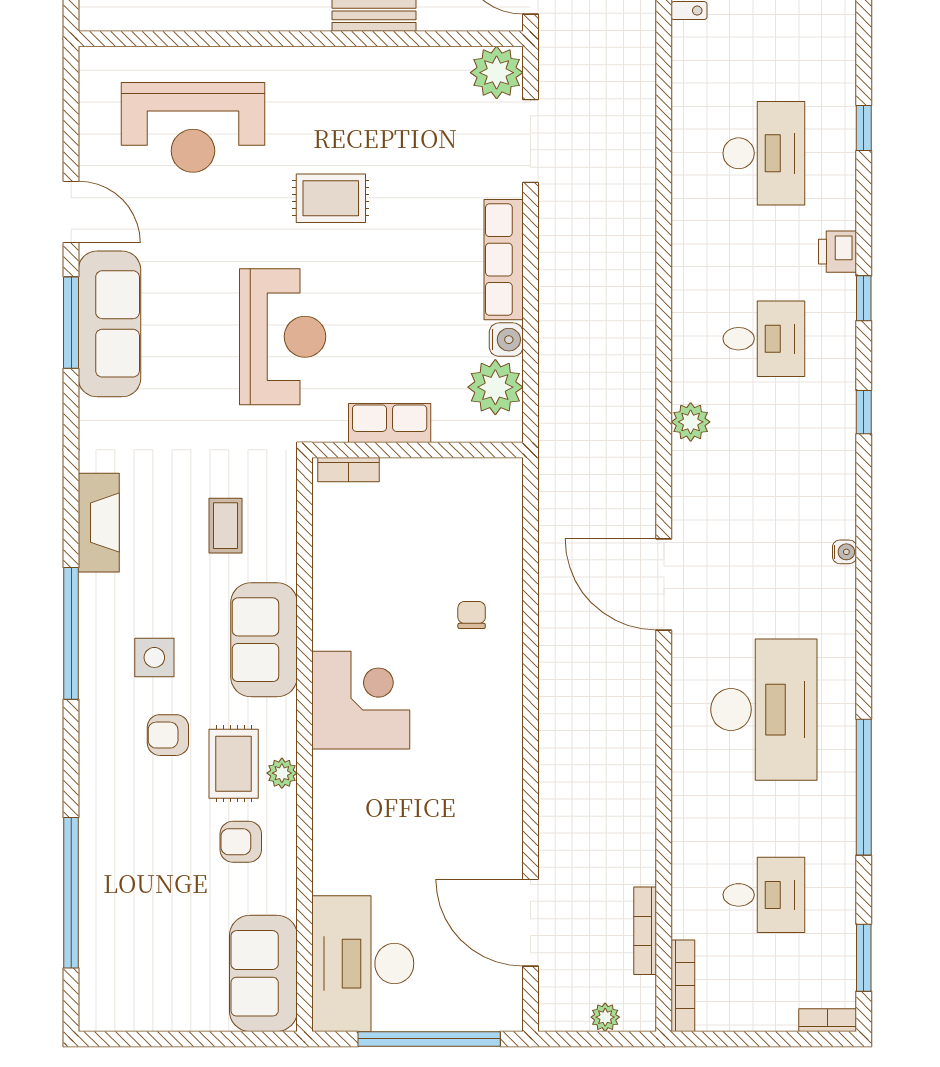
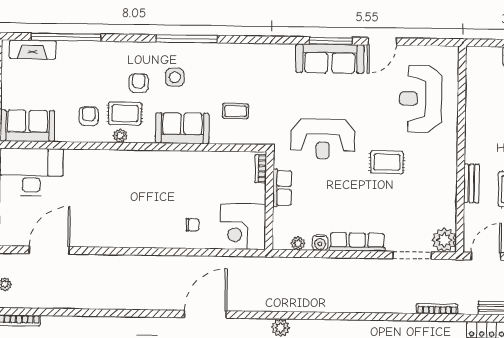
rug: (331, 198) -> (387, 162), turned 90
plant: (495, 387) -> (298, 243), width x0.53, depth x0.53
fireplace: (99, 523) -> (33, 49), moved
corner desk: (361, 700) -> (243, 227), moved, turned 90
bookcase: (645, 931) -> (437, 309), moved

